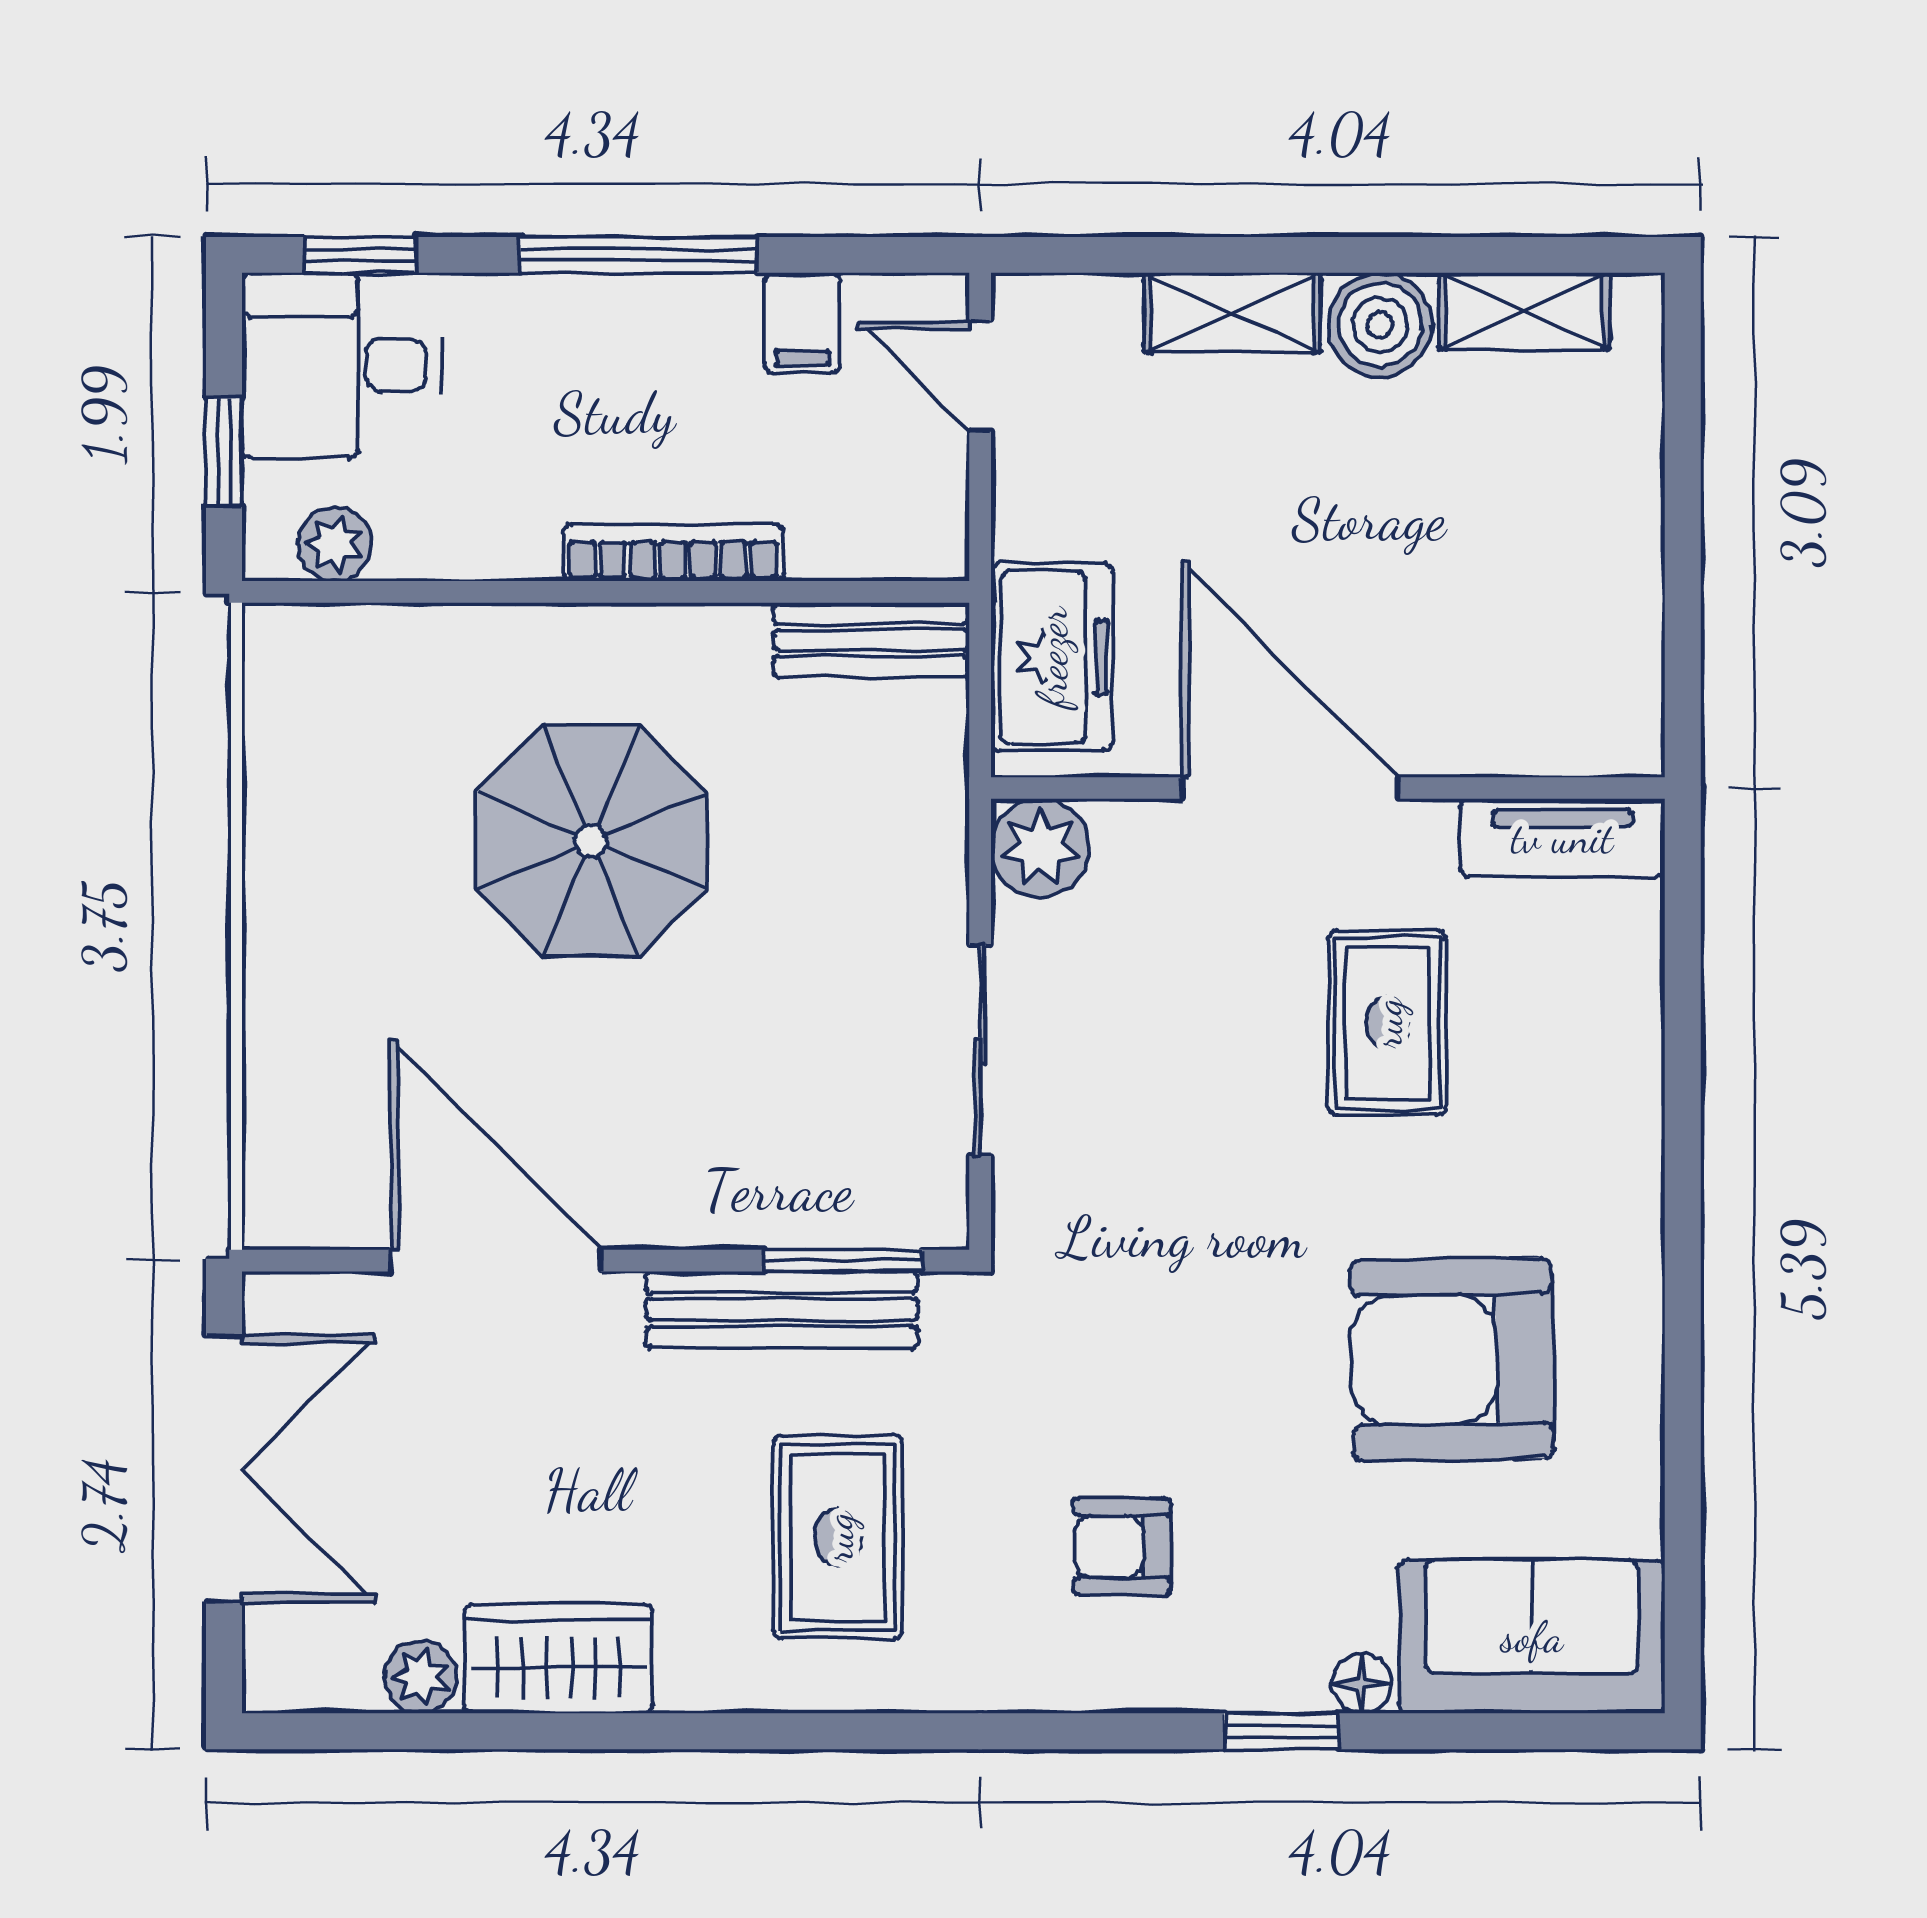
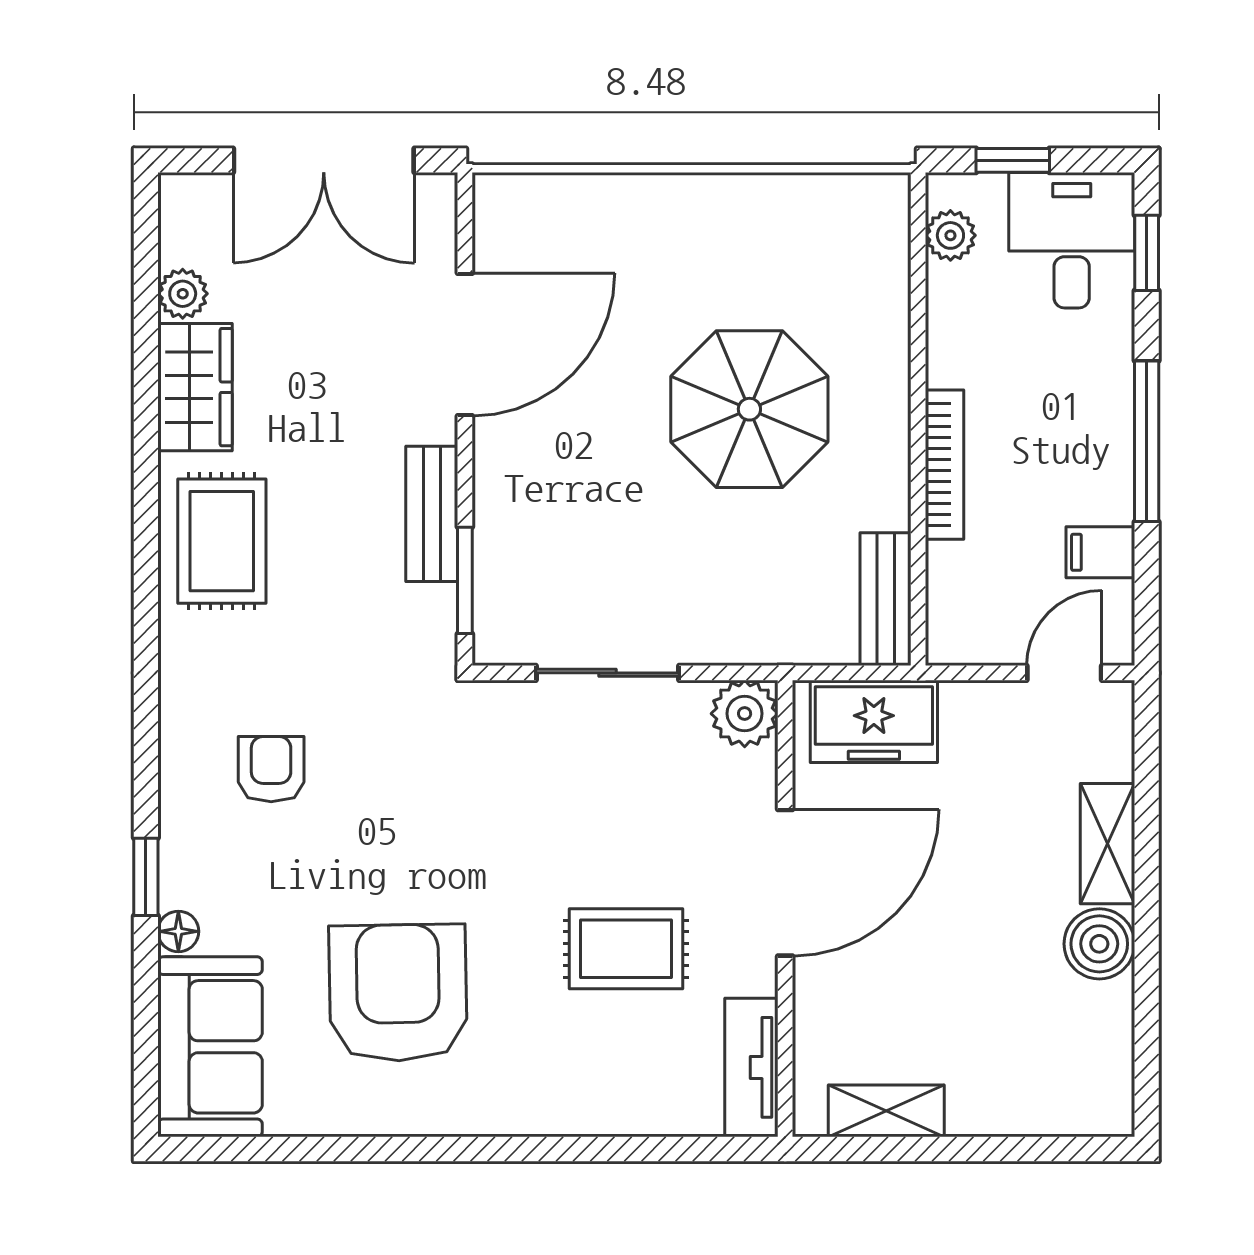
shelving: (1524, 311) -> (886, 1111), moved, turned 90
bench: (782, 1309) -> (432, 514), width x0.73
rug: (838, 1537) -> (222, 541), moved, turned 90

